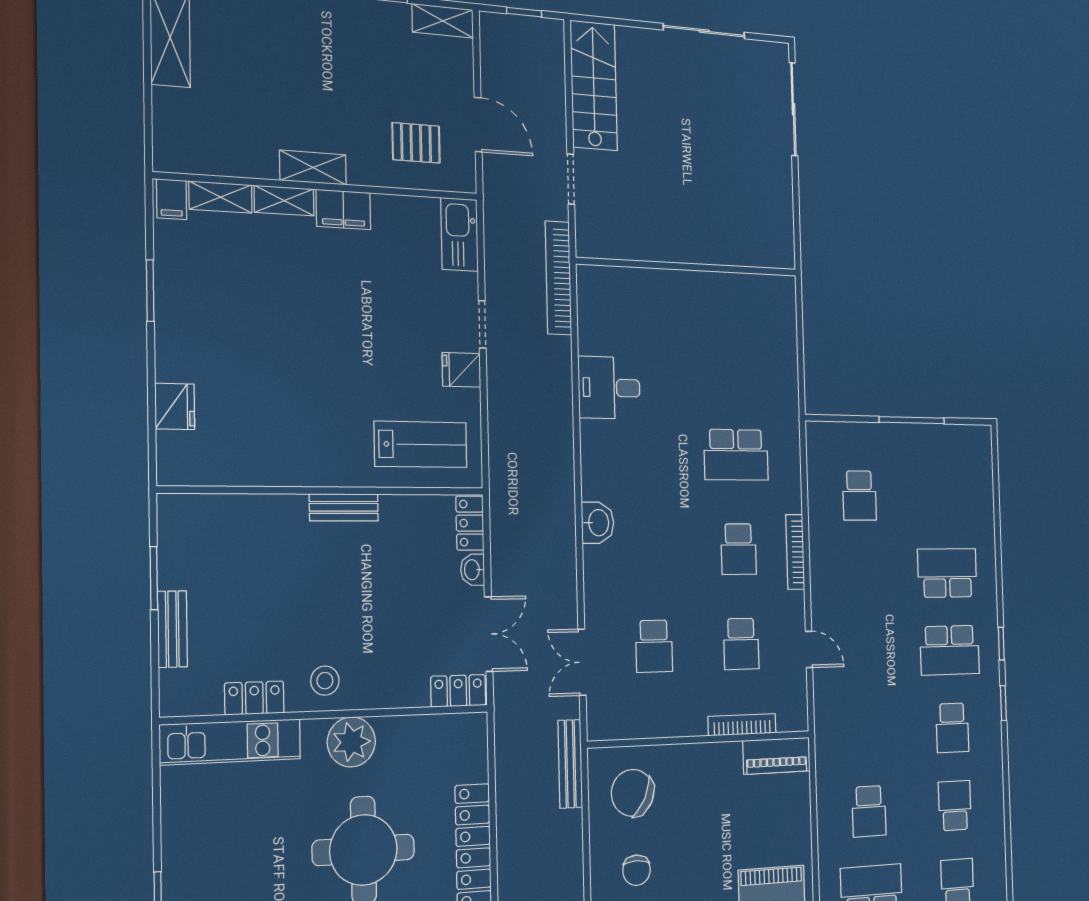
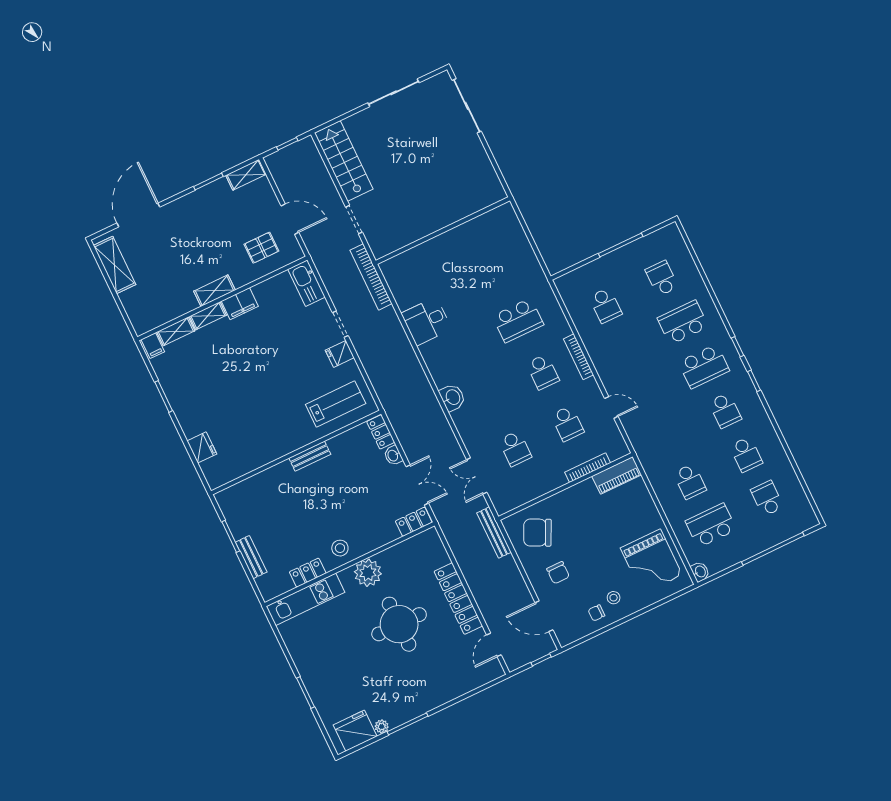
school desk: (945, 496) -> (662, 278), added
school desk: (955, 806) -> (746, 454), turned 180

